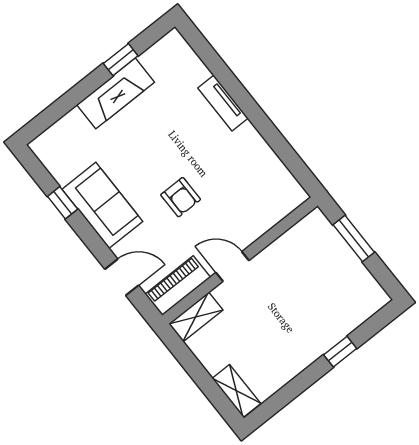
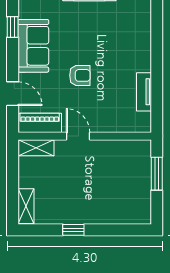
tv unit: (223, 103) -> (144, 92), moved
armchair: (181, 197) -> (80, 75), turned -90
window: (340, 352) -> (73, 230), moved

